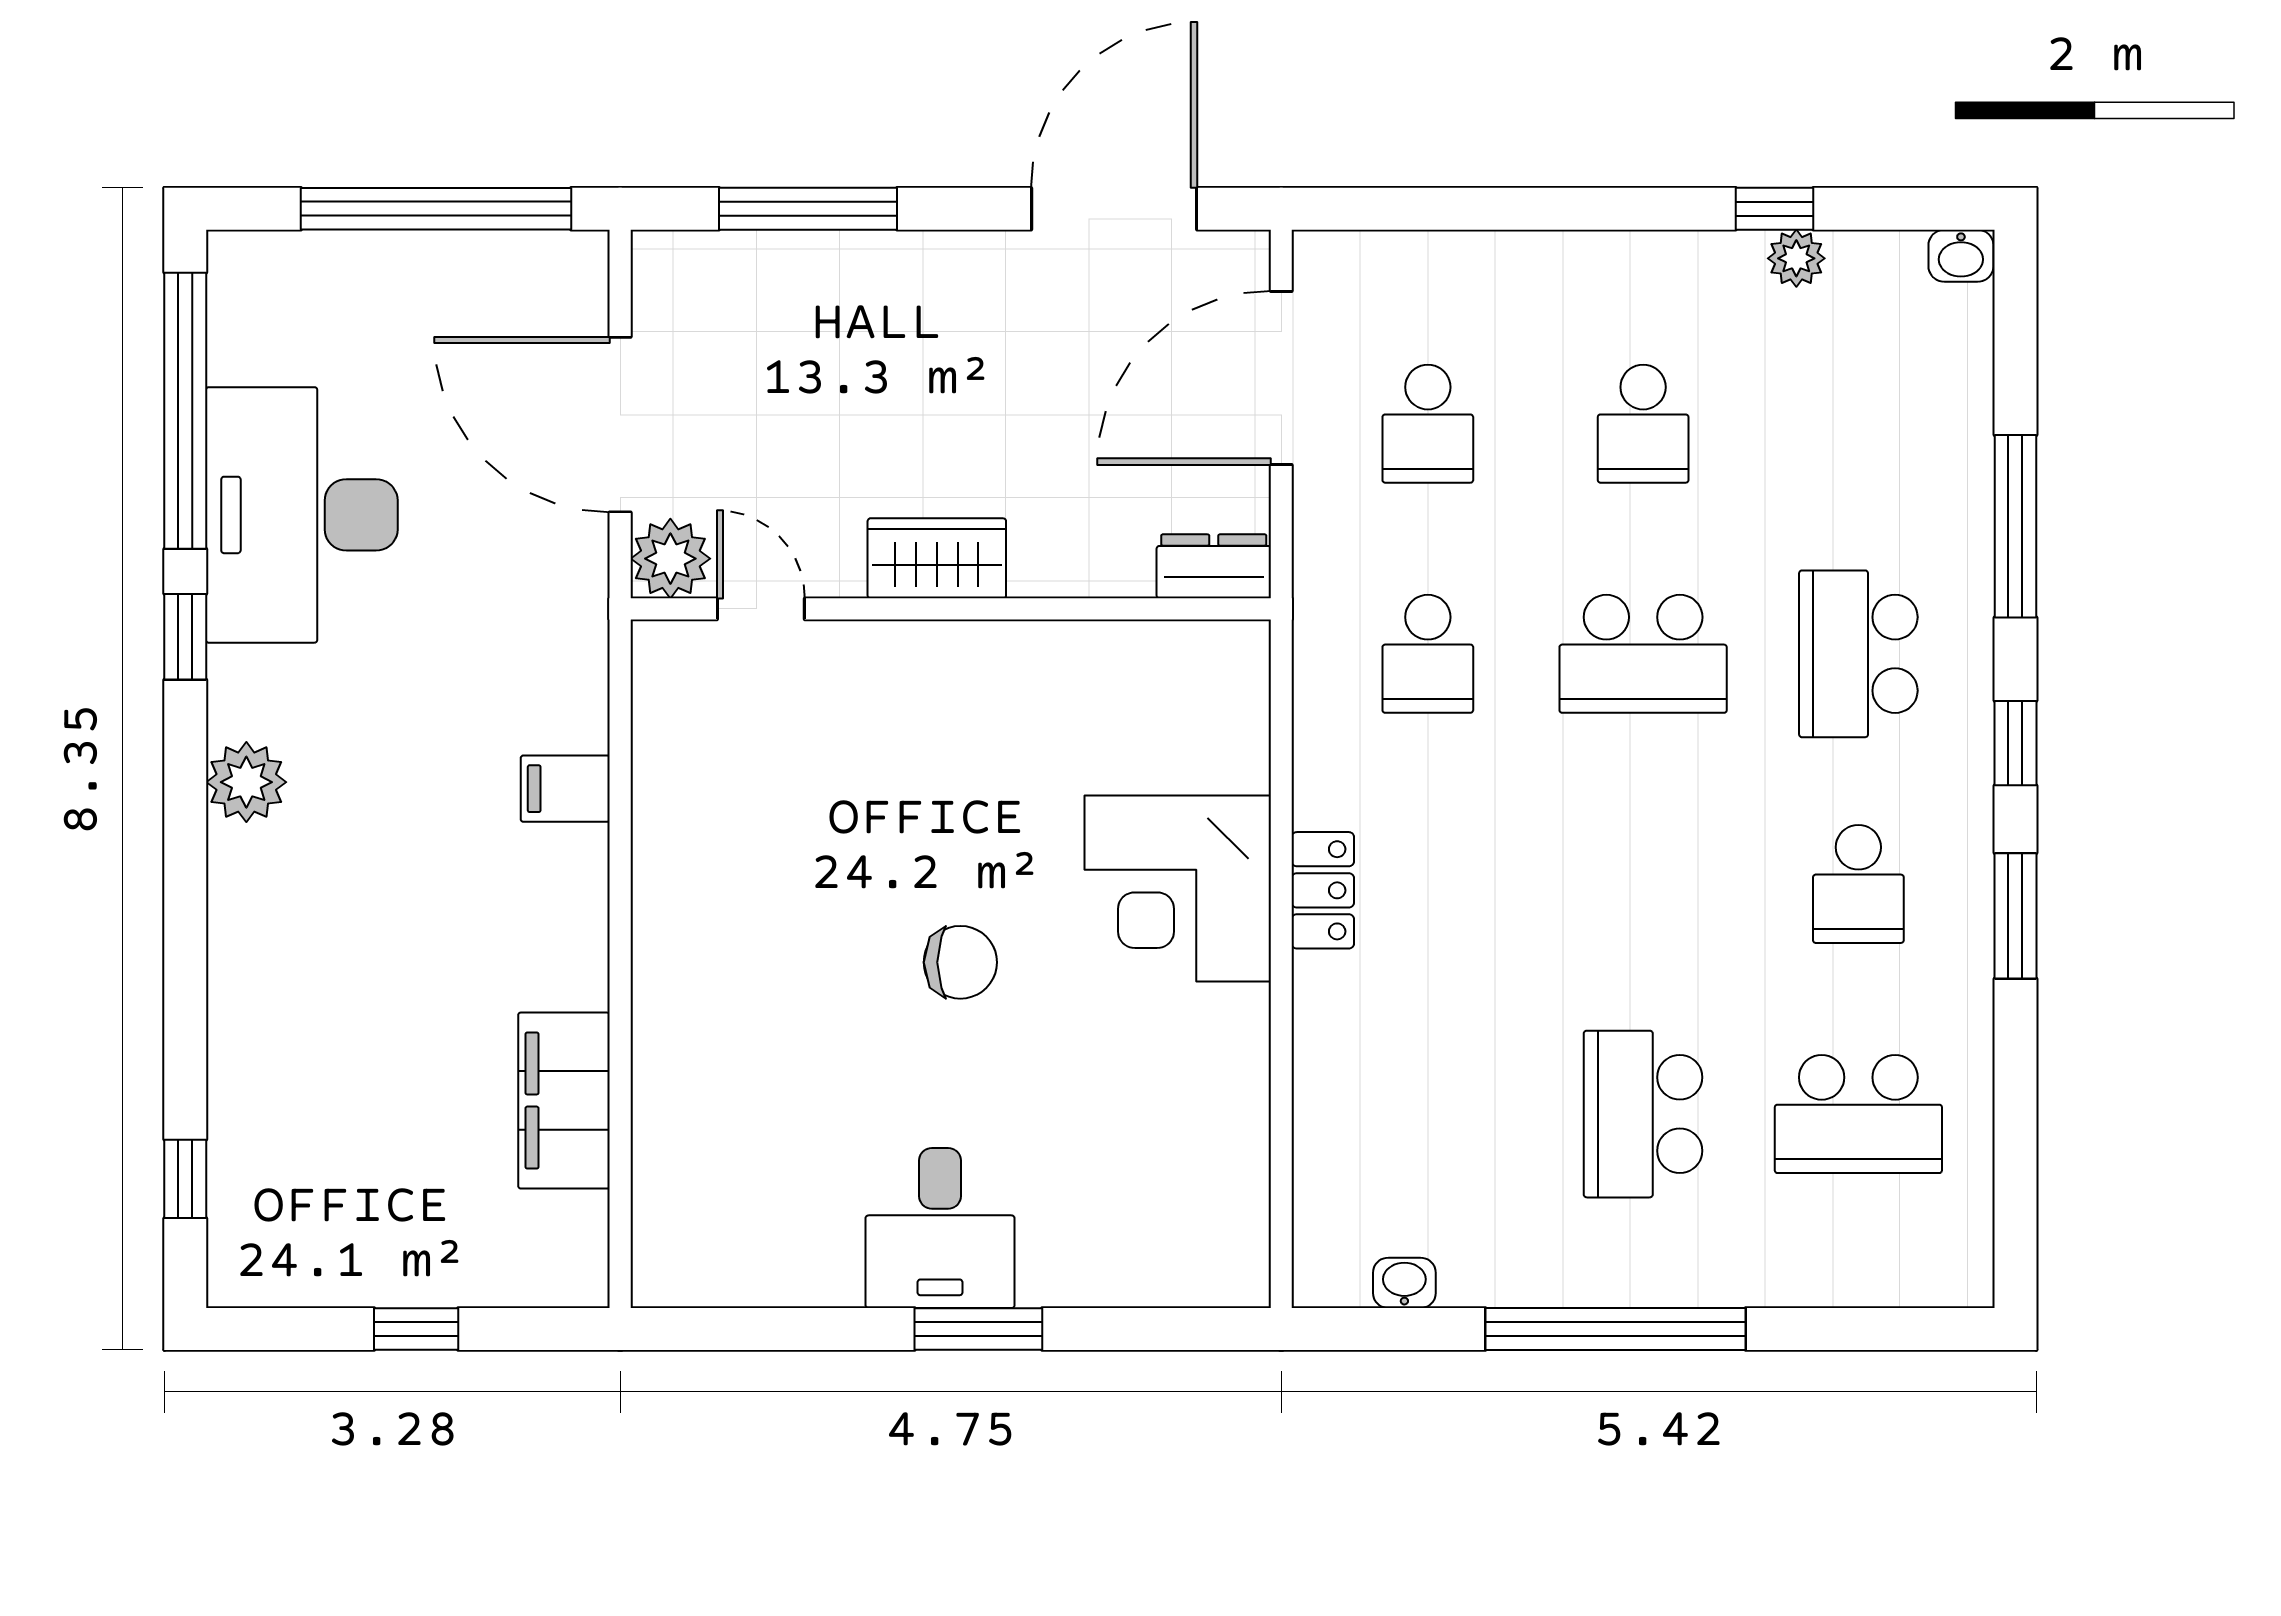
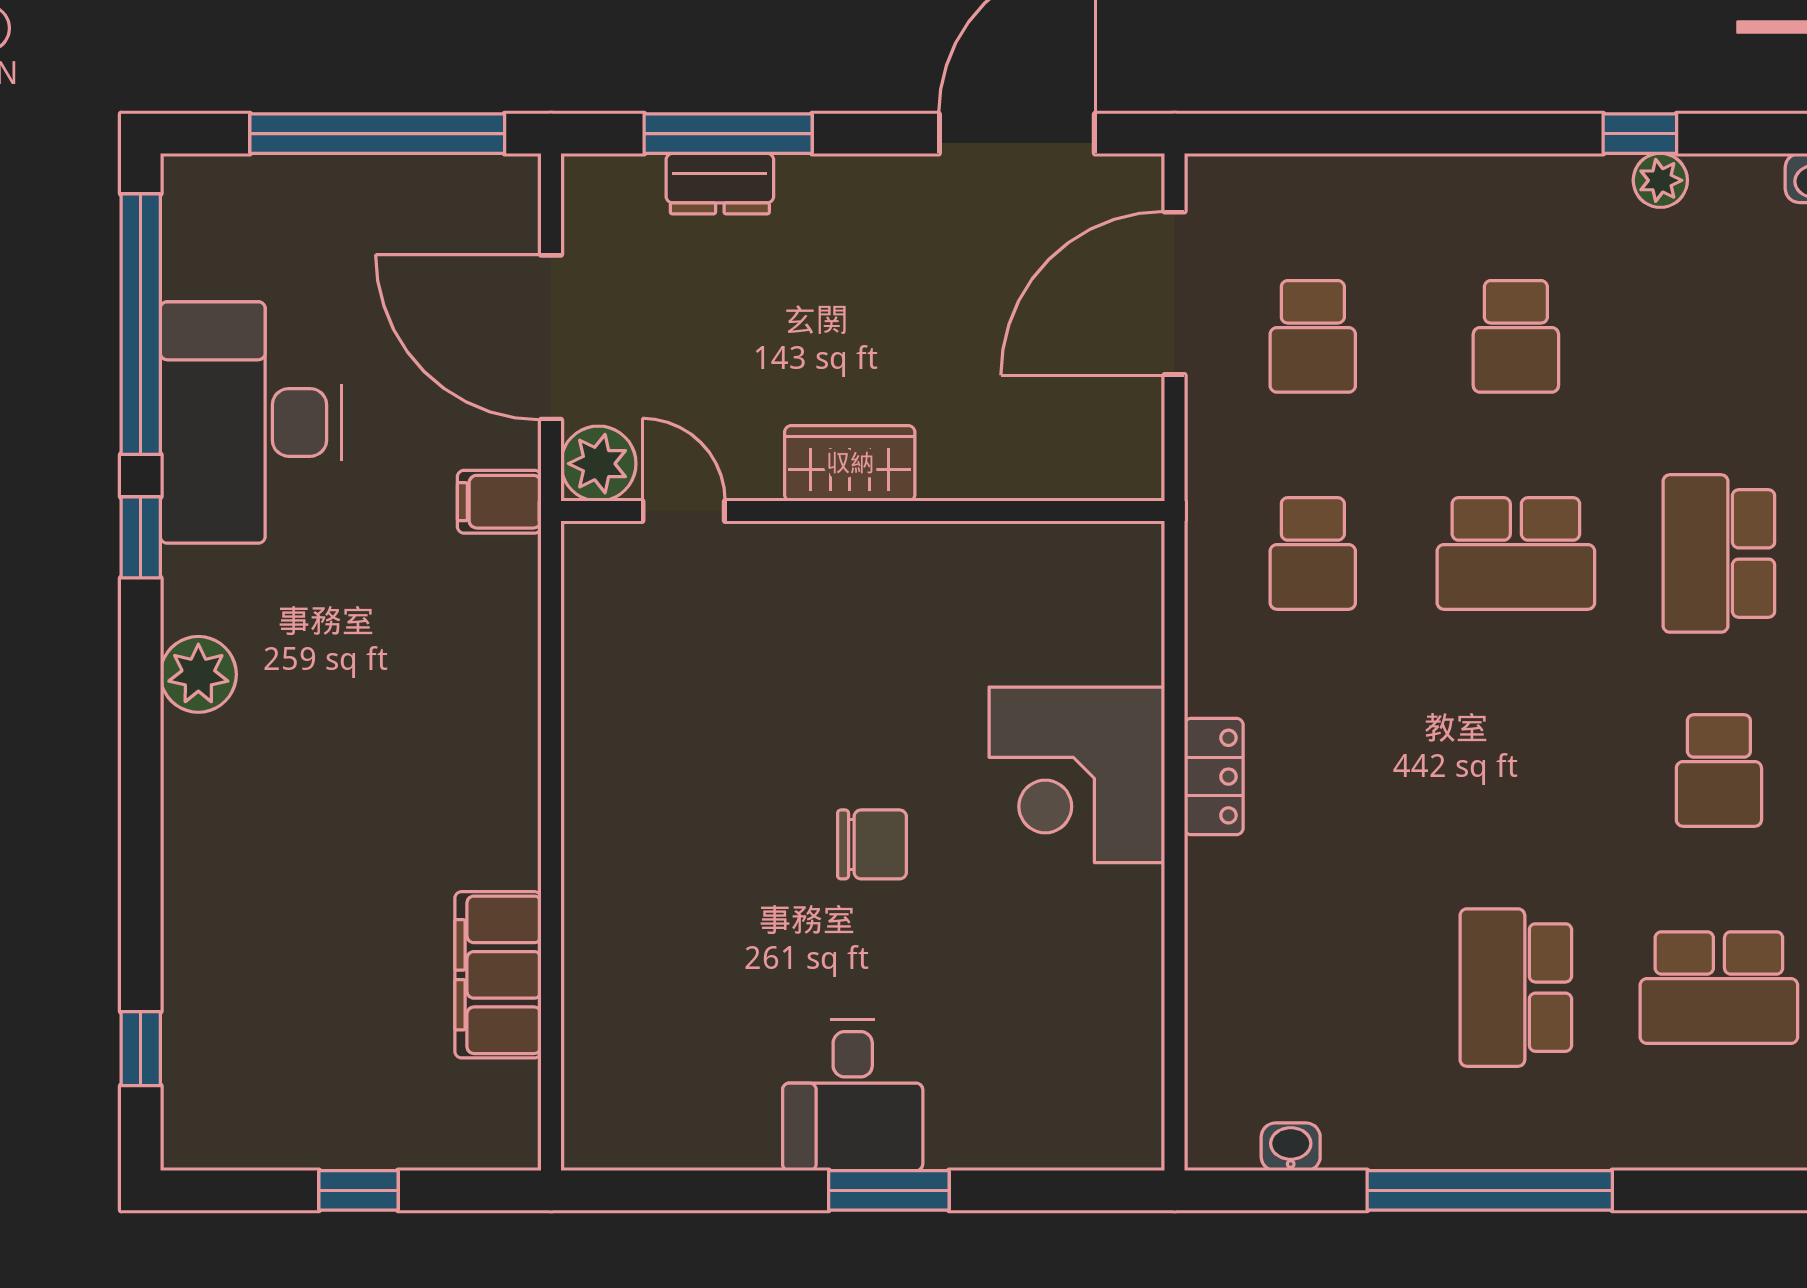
dresser: (1214, 566) -> (720, 184), moved, turned 180
filing cabinet: (565, 789) -> (499, 502), moved

